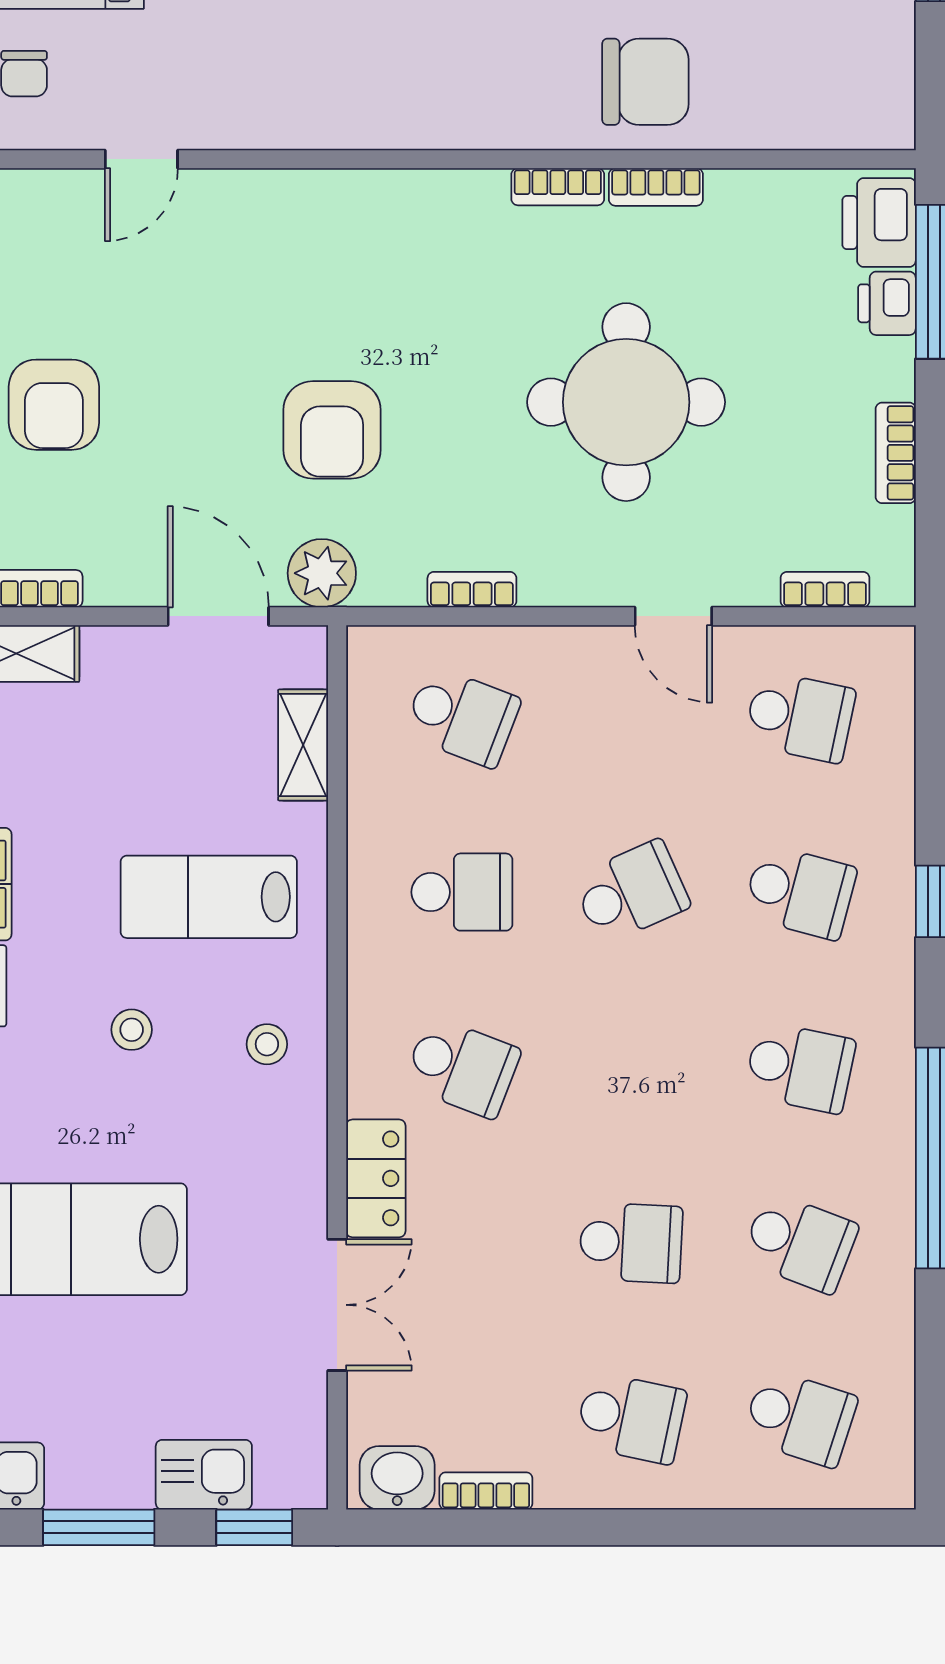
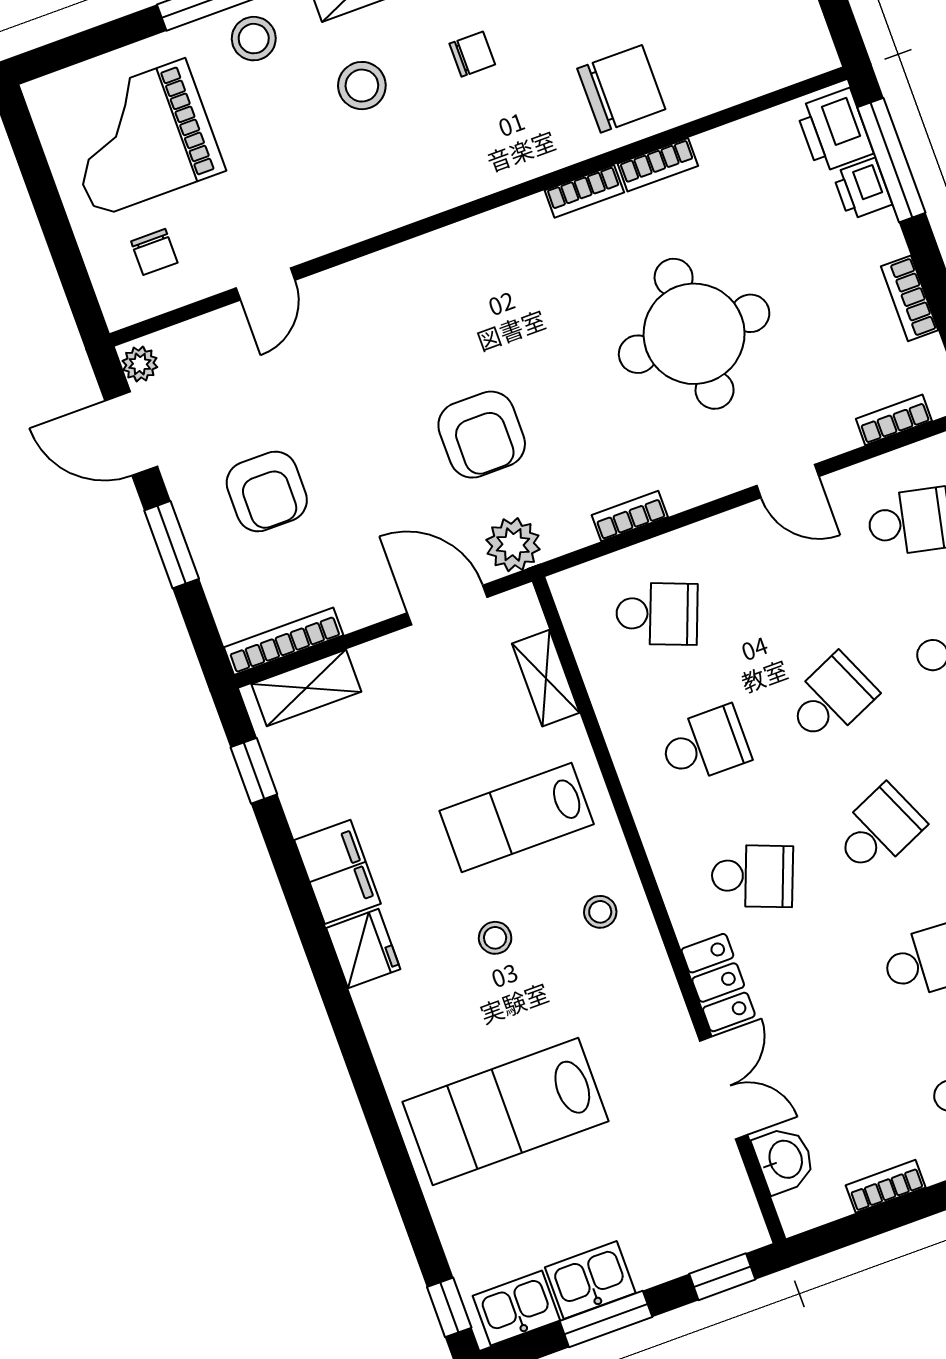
school desk: (631, 1067) -> (879, 830), added
kitchen sink: (204, 1475) -> (590, 1280), moved
washbasin: (397, 1478) -> (784, 1160), moved, turned 90

